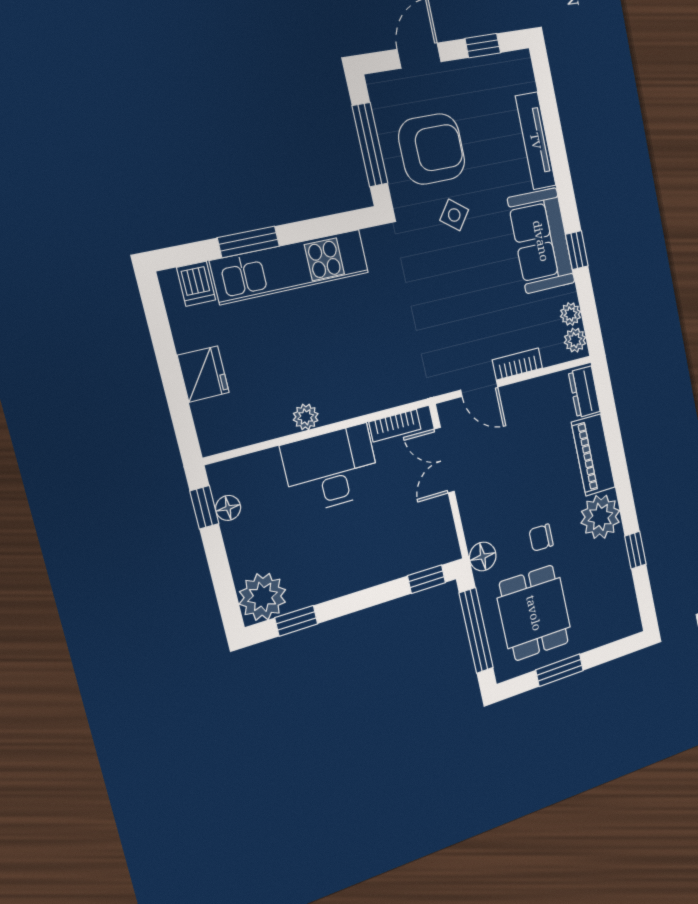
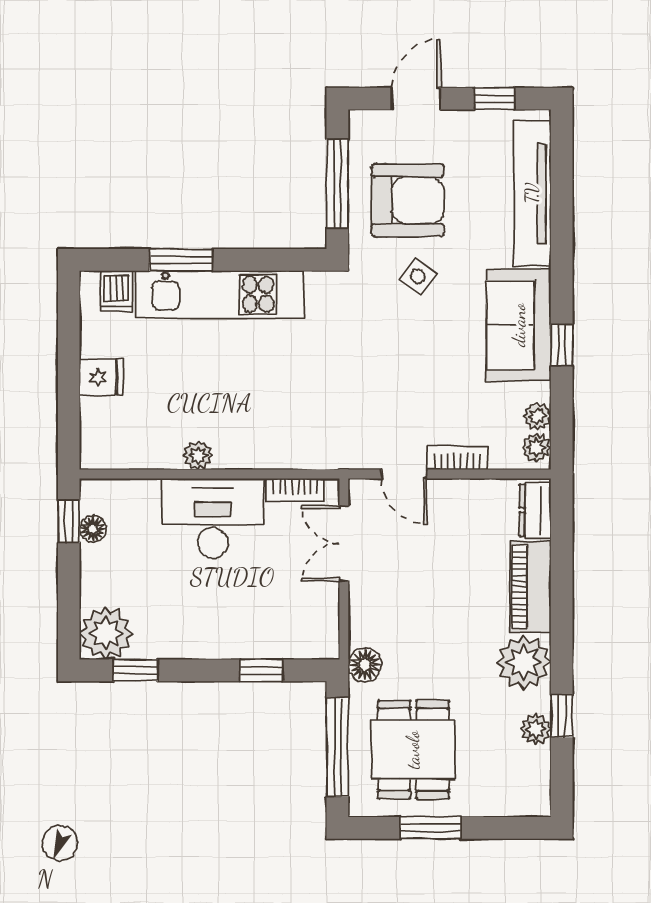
tv unit: (536, 141) -> (532, 193), width x1.36, depth x1.29
fridge: (203, 374) -> (101, 377), width x0.72
chair: (541, 538) -> (442, 665), removed
plant: (619, 567) -> (536, 729), added
window: (427, 579) -> (261, 670), moved

